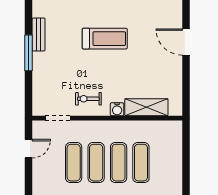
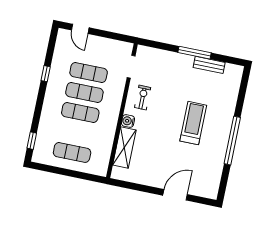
treadmill: (105, 39) -> (193, 123), turned 180
door: (29, 149) -> (80, 29), moved
exercise mat: (141, 163) -> (72, 152), moved

